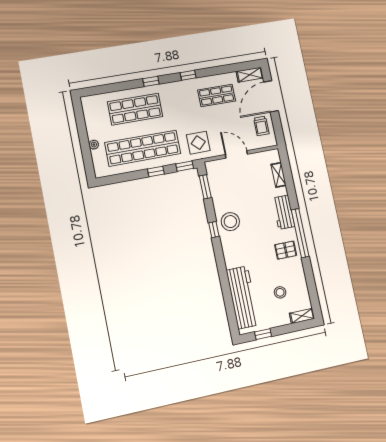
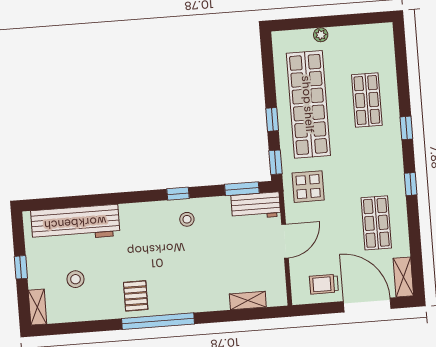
shop shelf: (135, 109) -> (367, 100), width x0.70, depth x0.74
workbench: (284, 212) -> (256, 206), moved, turned 180
stool: (230, 222) -> (187, 219), width x0.53, depth x0.53
window: (263, 334) -> (21, 267), moved

